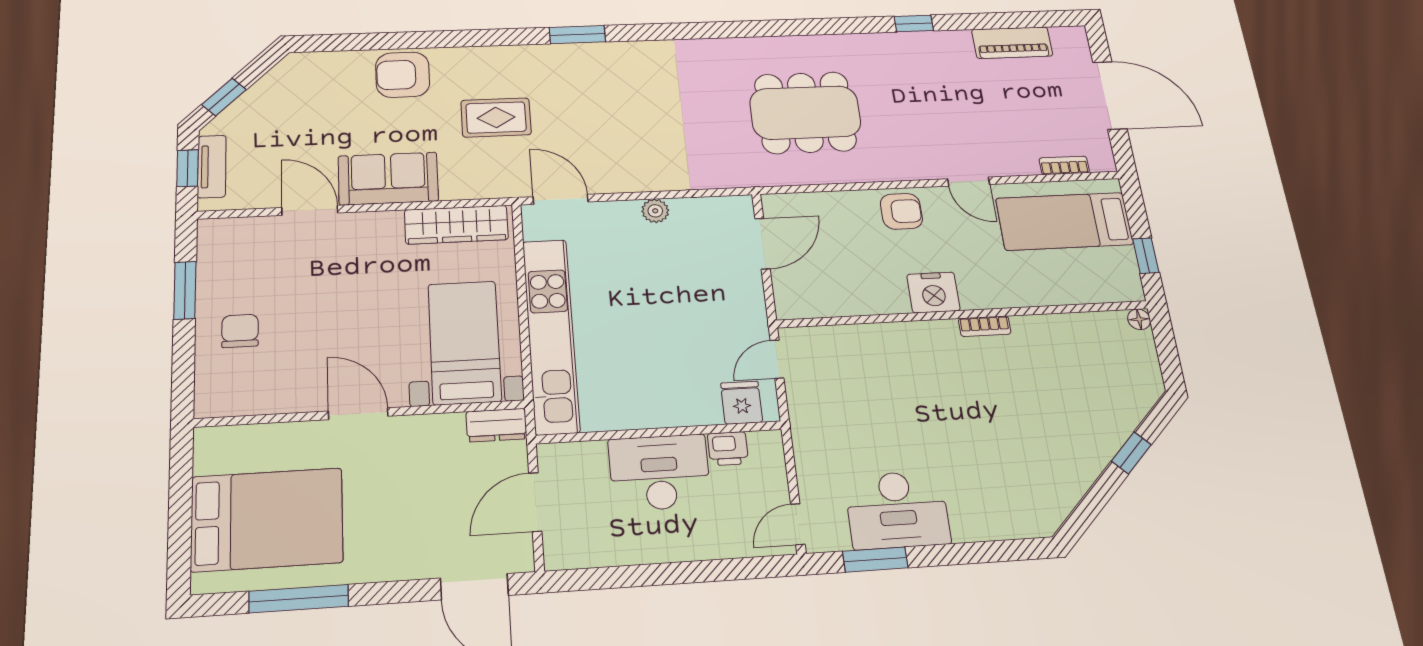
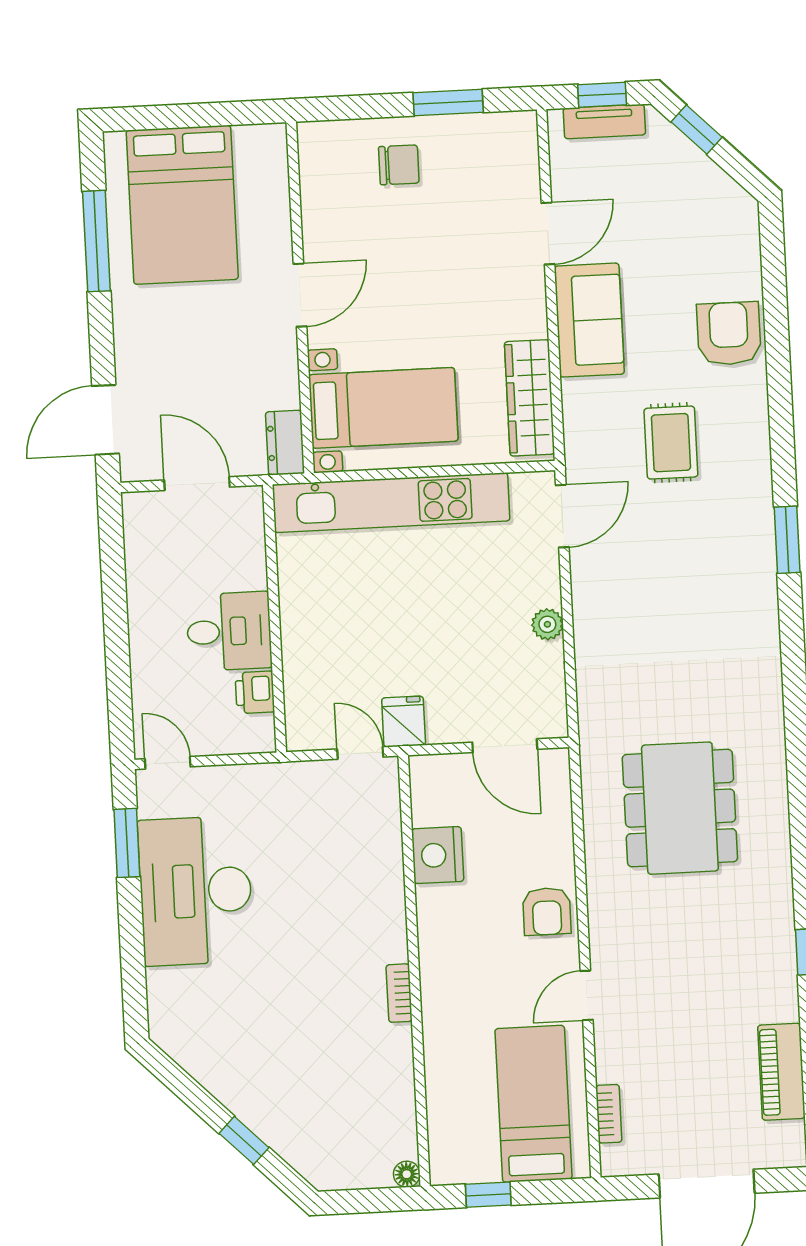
nightstand: (933, 292) -> (438, 855), moved
fridge: (742, 403) -> (404, 722), moved, turned -90
desk: (660, 472) -> (229, 631), width x0.73
desk: (897, 510) -> (196, 891), width x1.36, depth x1.30

